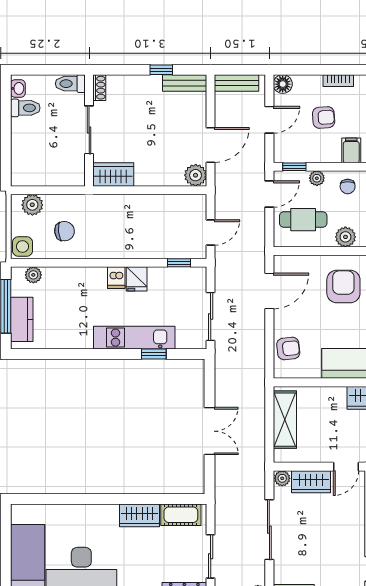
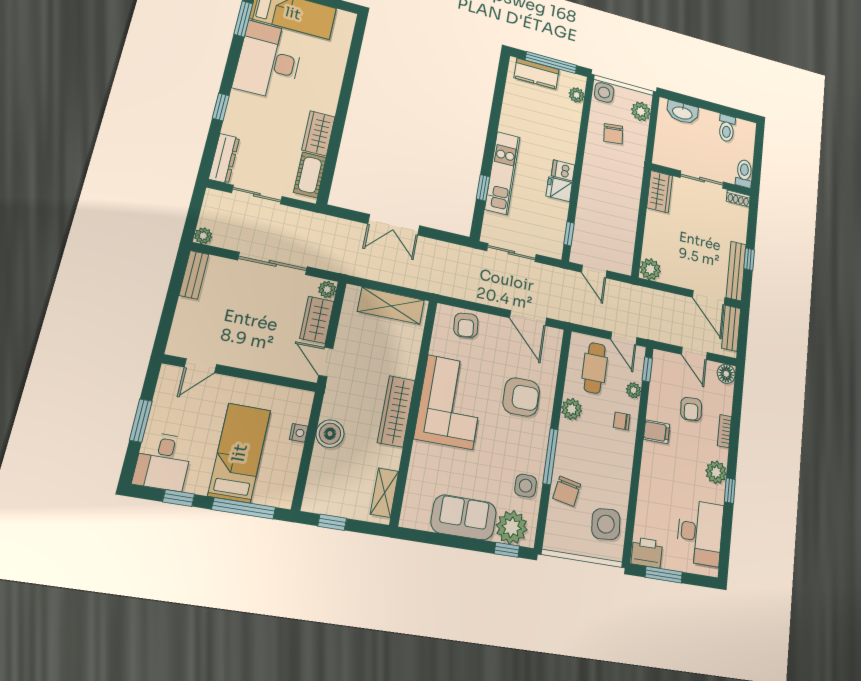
bench: (185, 83) -> (736, 271), width x1.36
washbasin: (18, 88) -> (682, 112), moved, width x1.91, depth x1.45
door: (211, 145) -> (709, 298), moved

